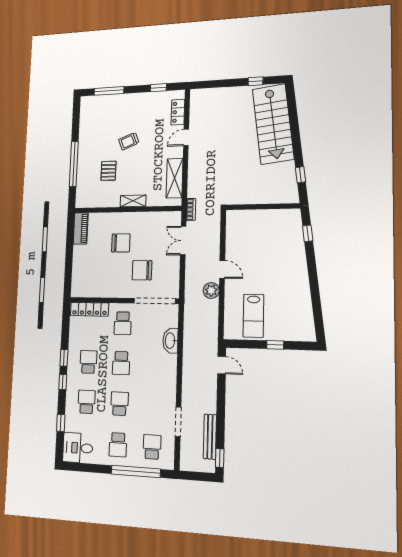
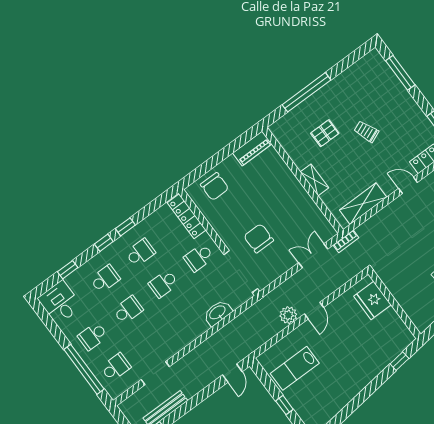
fridge: (247, 221) -> (372, 300), added
chair: (121, 243) -> (215, 187), moved

